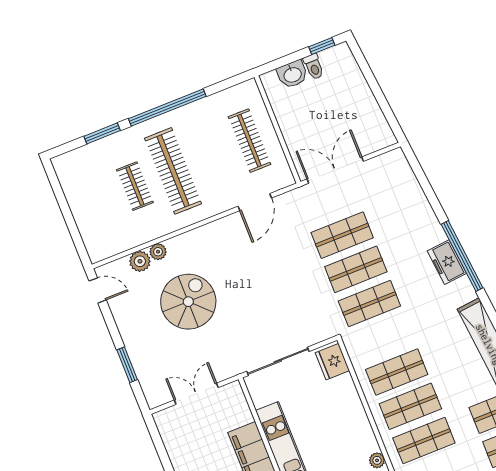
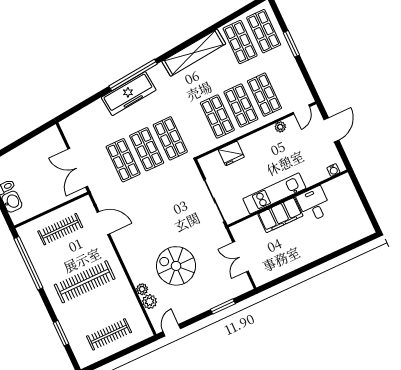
window: (167, 107) -> (28, 263), moved
clothes rail: (135, 186) -> (109, 334), moved, width x1.36
freezer: (447, 262) -> (129, 94), width x1.91, depth x1.26
fridge: (332, 362) -> (231, 153), moved

